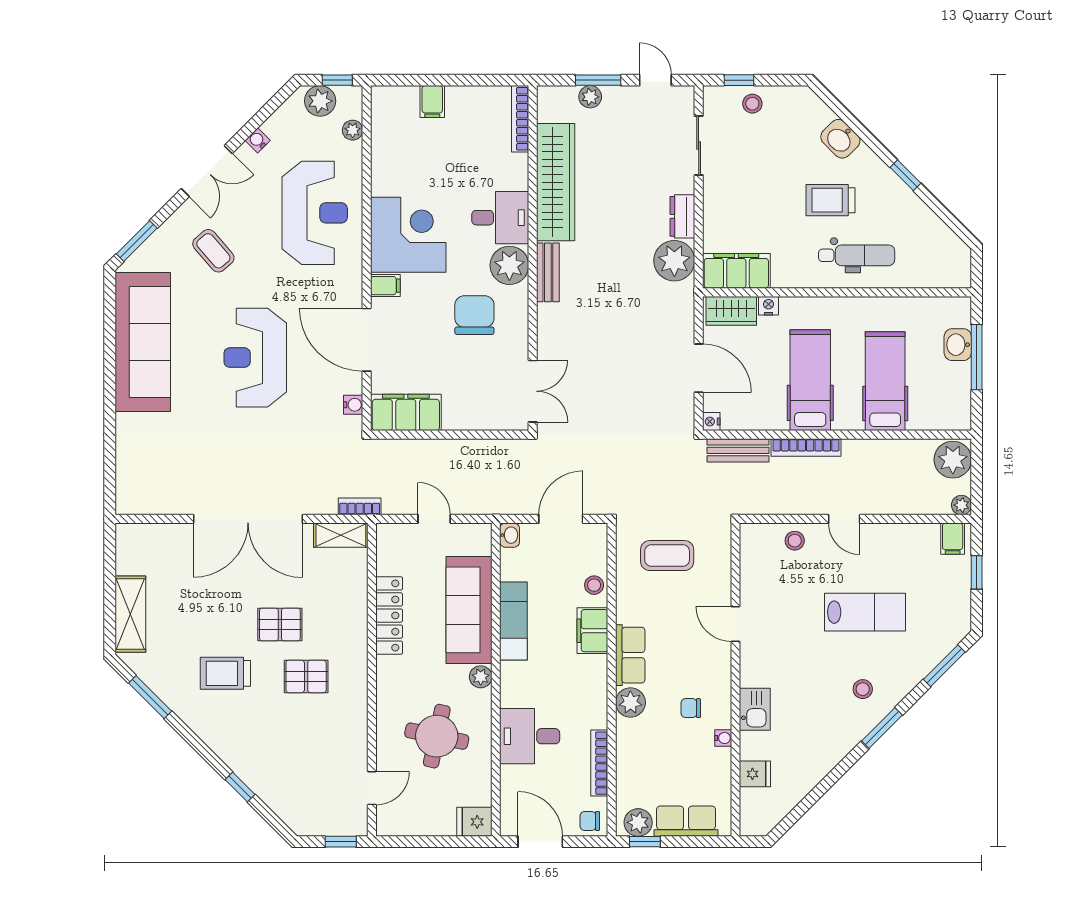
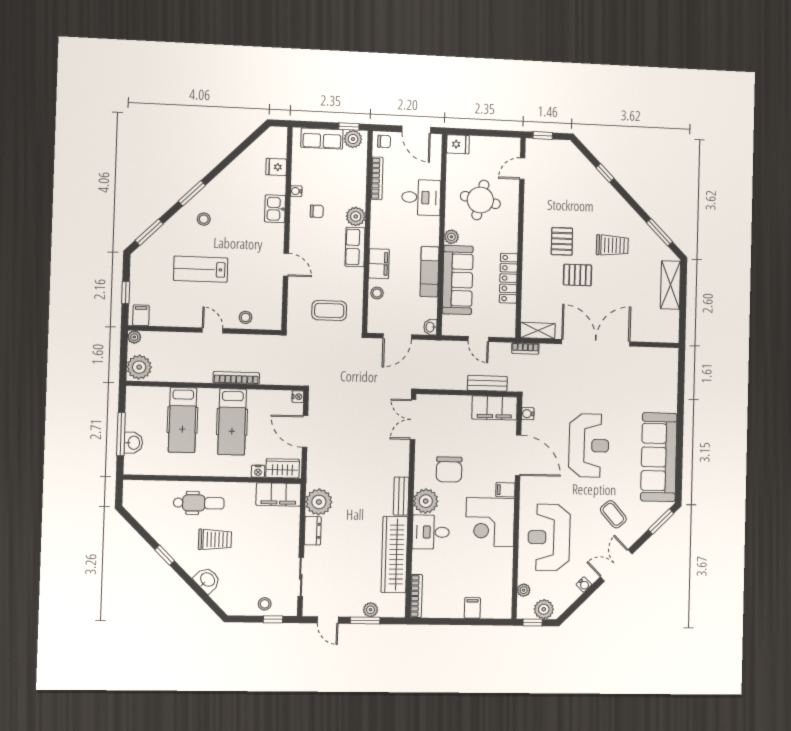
dental chair: (857, 255) -> (199, 503), turned 180
bench: (738, 450) -> (487, 383), moved
pallet: (306, 676) -> (562, 241), turned 90

